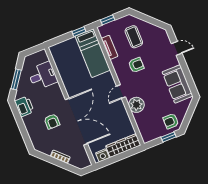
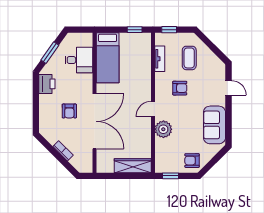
bed: (93, 53) -> (108, 58), moved
window: (169, 137) -> (170, 176), moved
nightstand: (103, 155) -> (107, 167), removed

